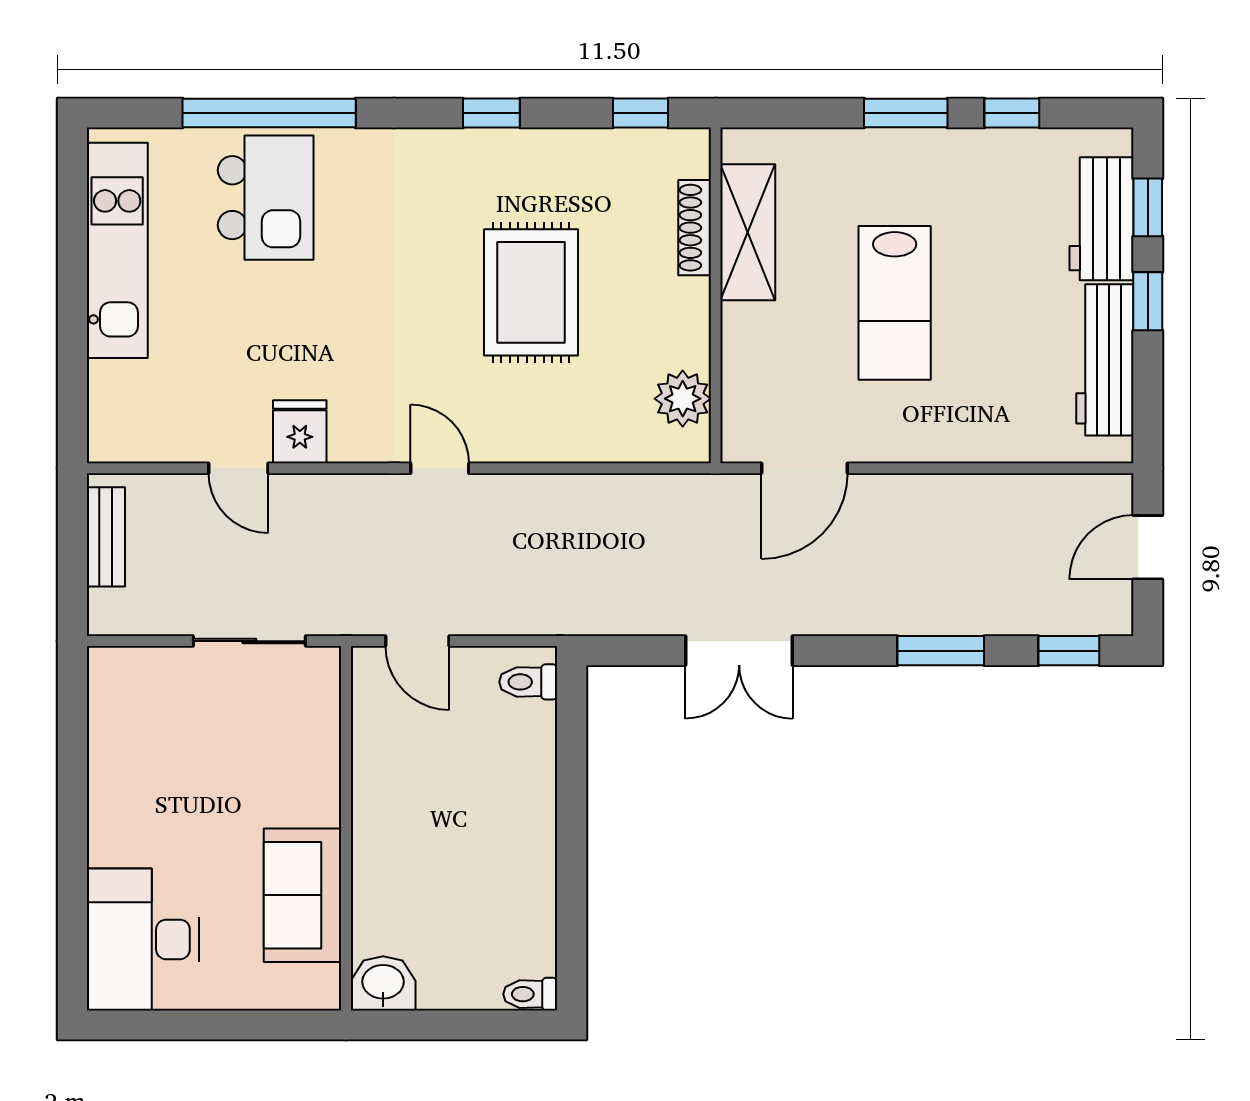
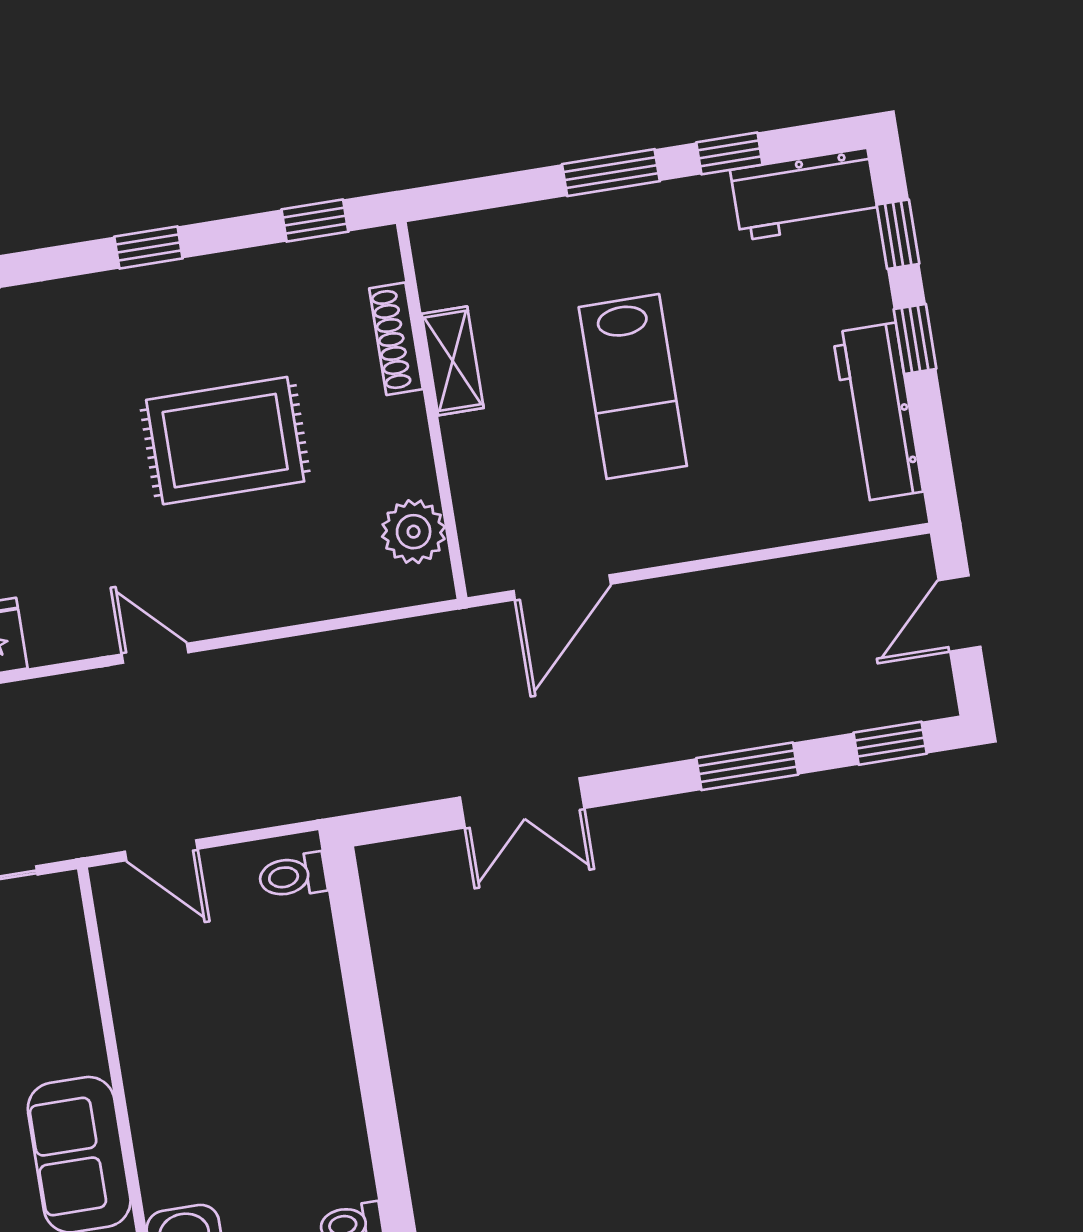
workbench: (1101, 219) -> (804, 194), moved, turned -90
shelving: (748, 232) -> (453, 361), width x0.67, depth x0.75
rug: (531, 292) -> (225, 441), turned 90

